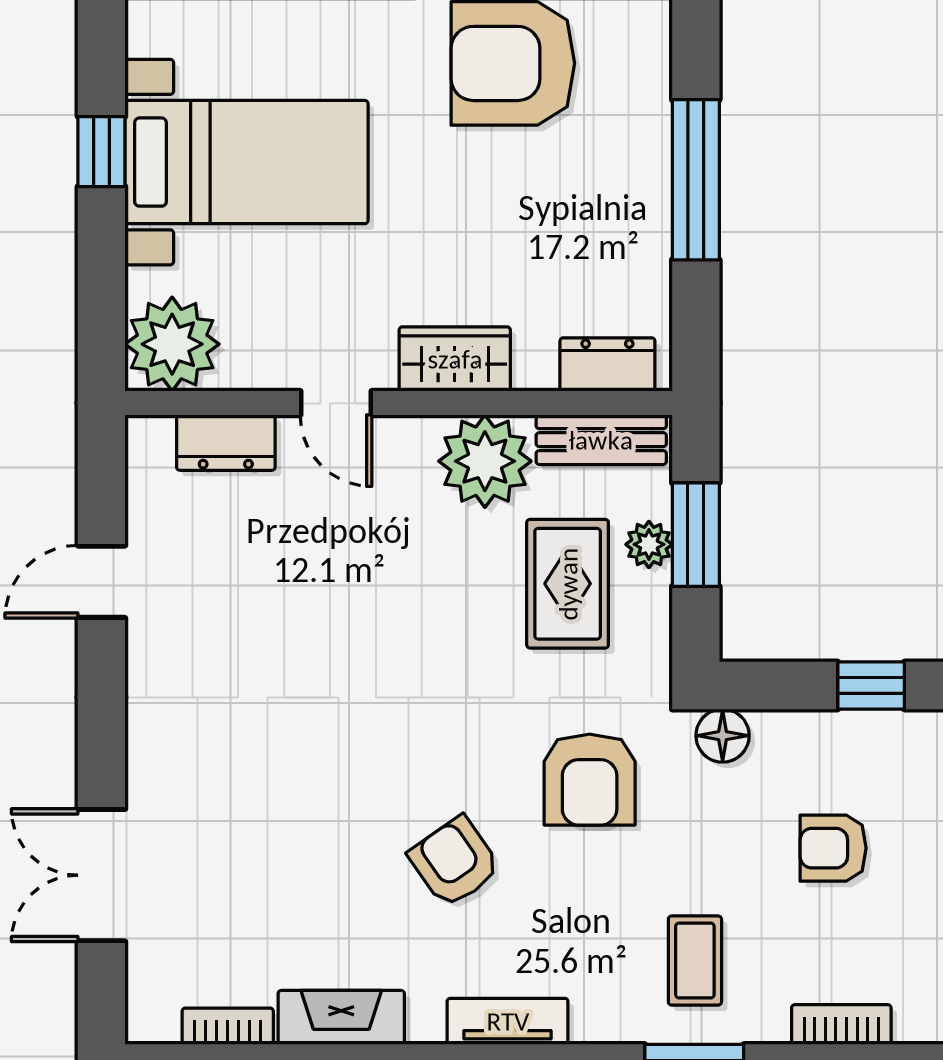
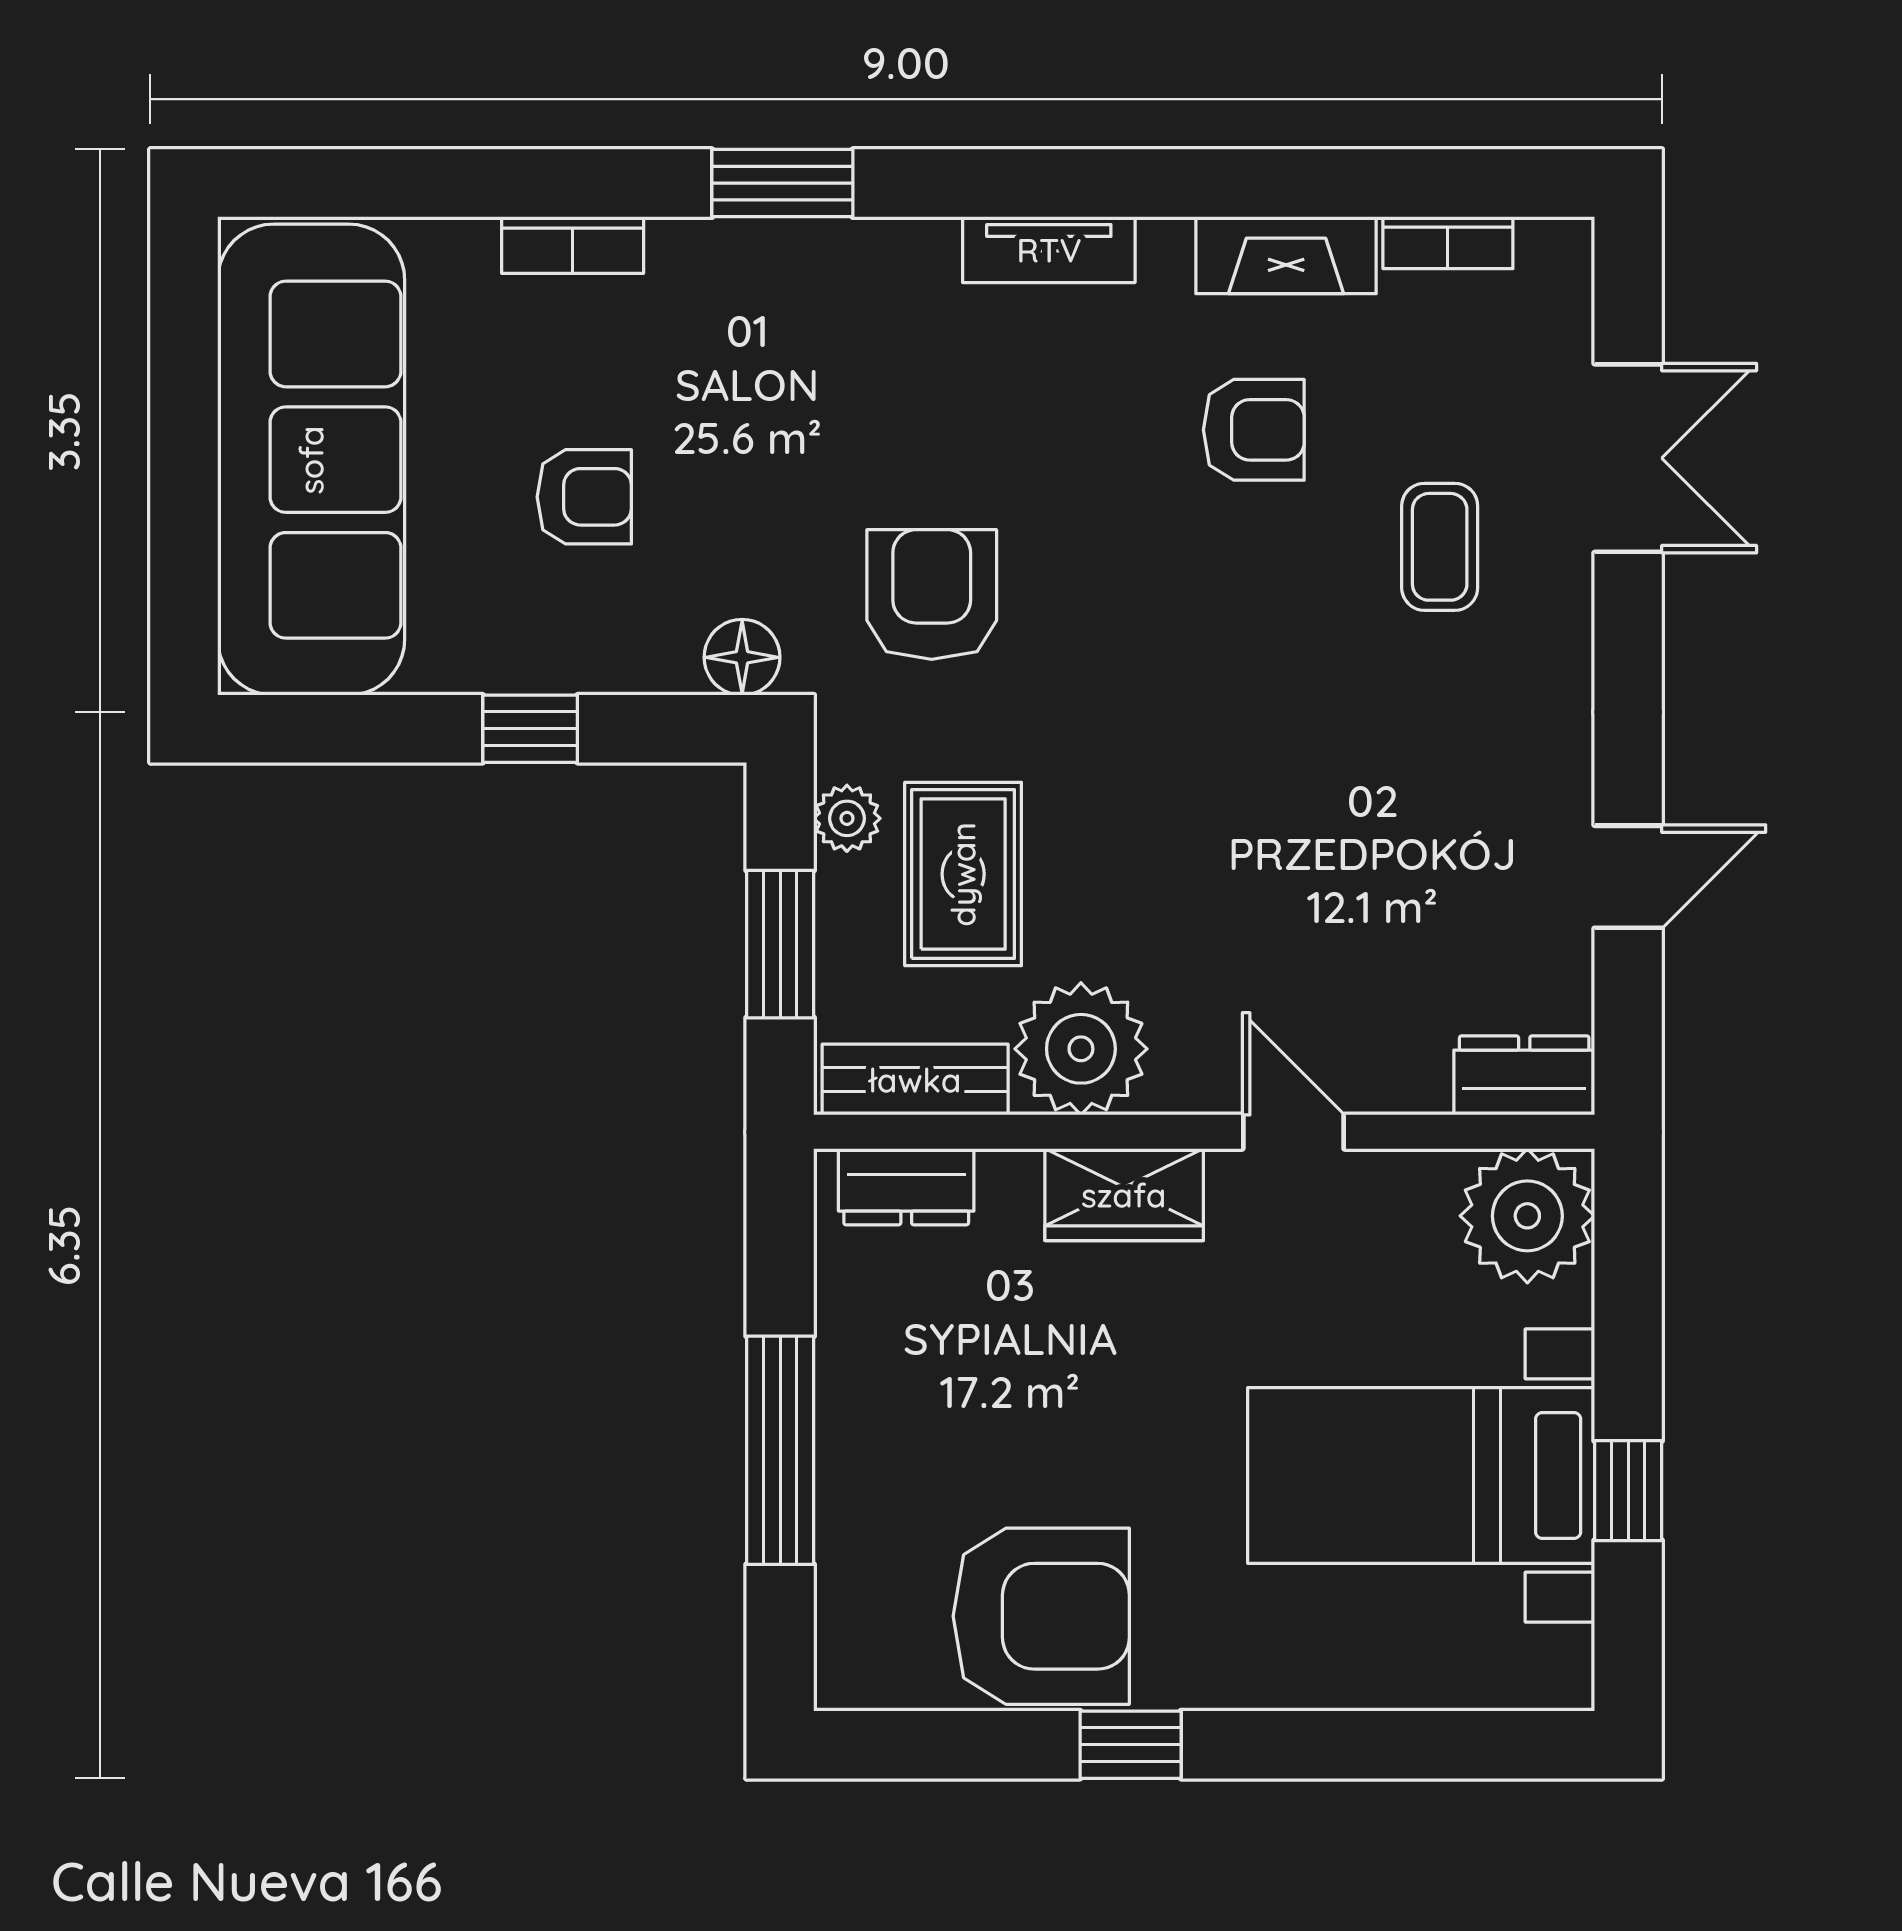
dresser: (226, 443) -> (1524, 1075), moved
plant: (649, 544) -> (847, 818), moved
armchair: (455, 862) -> (1254, 430), moved, turned -55
coffee table: (695, 961) -> (1440, 547), moved

